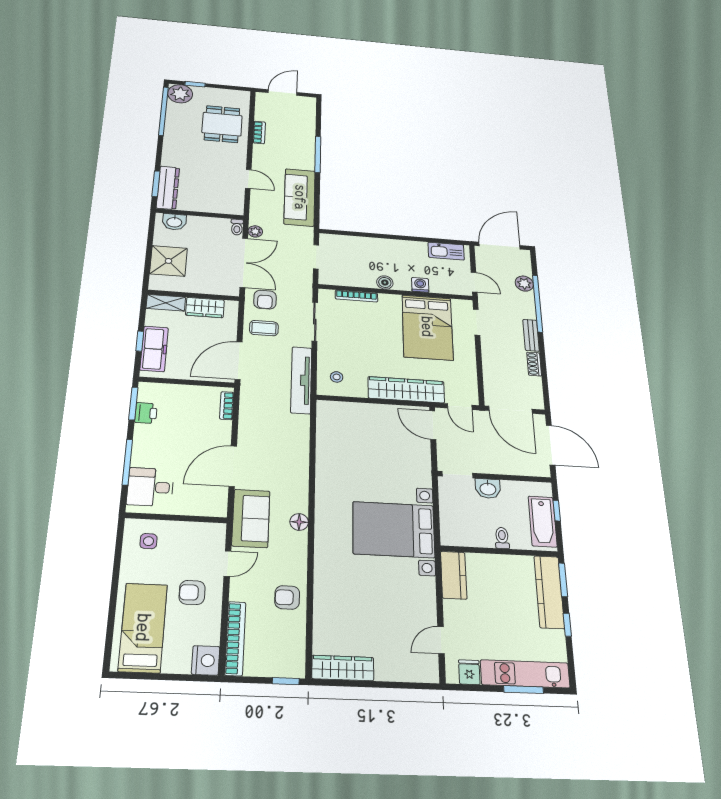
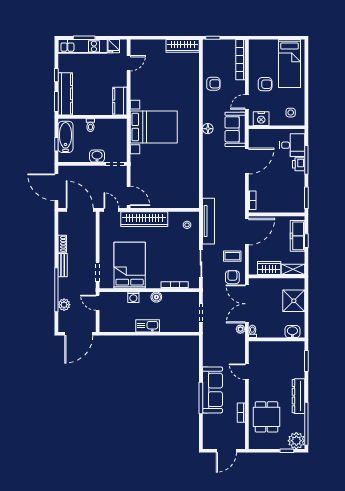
dresser: (168, 188) -> (299, 396), moved
sofa: (300, 197) -> (212, 390), moved
kitchen sink: (446, 251) -> (148, 326), moved
printer: (146, 413) -> (299, 164), moved
nightstand: (206, 660) -> (261, 119), moved, turned -90

